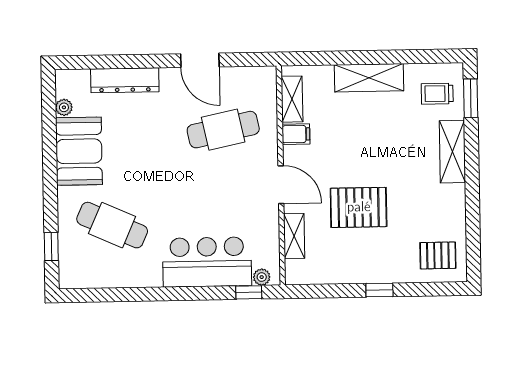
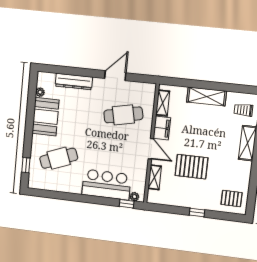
door: (200, 60) -> (115, 76), swing flipped
filing cabinet: (296, 134) -> (162, 128), width x2.00
cafe table: (112, 225) -> (59, 158), turned -45

